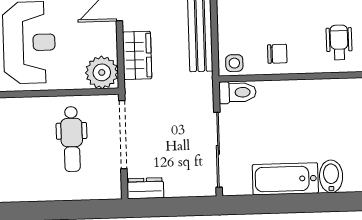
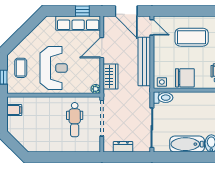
chair: (277, 54) -> (185, 78), width x1.87, depth x1.87
plant: (102, 72) -> (96, 89), width x0.53, depth x0.53
dresser: (145, 188) -> (123, 147), moved

